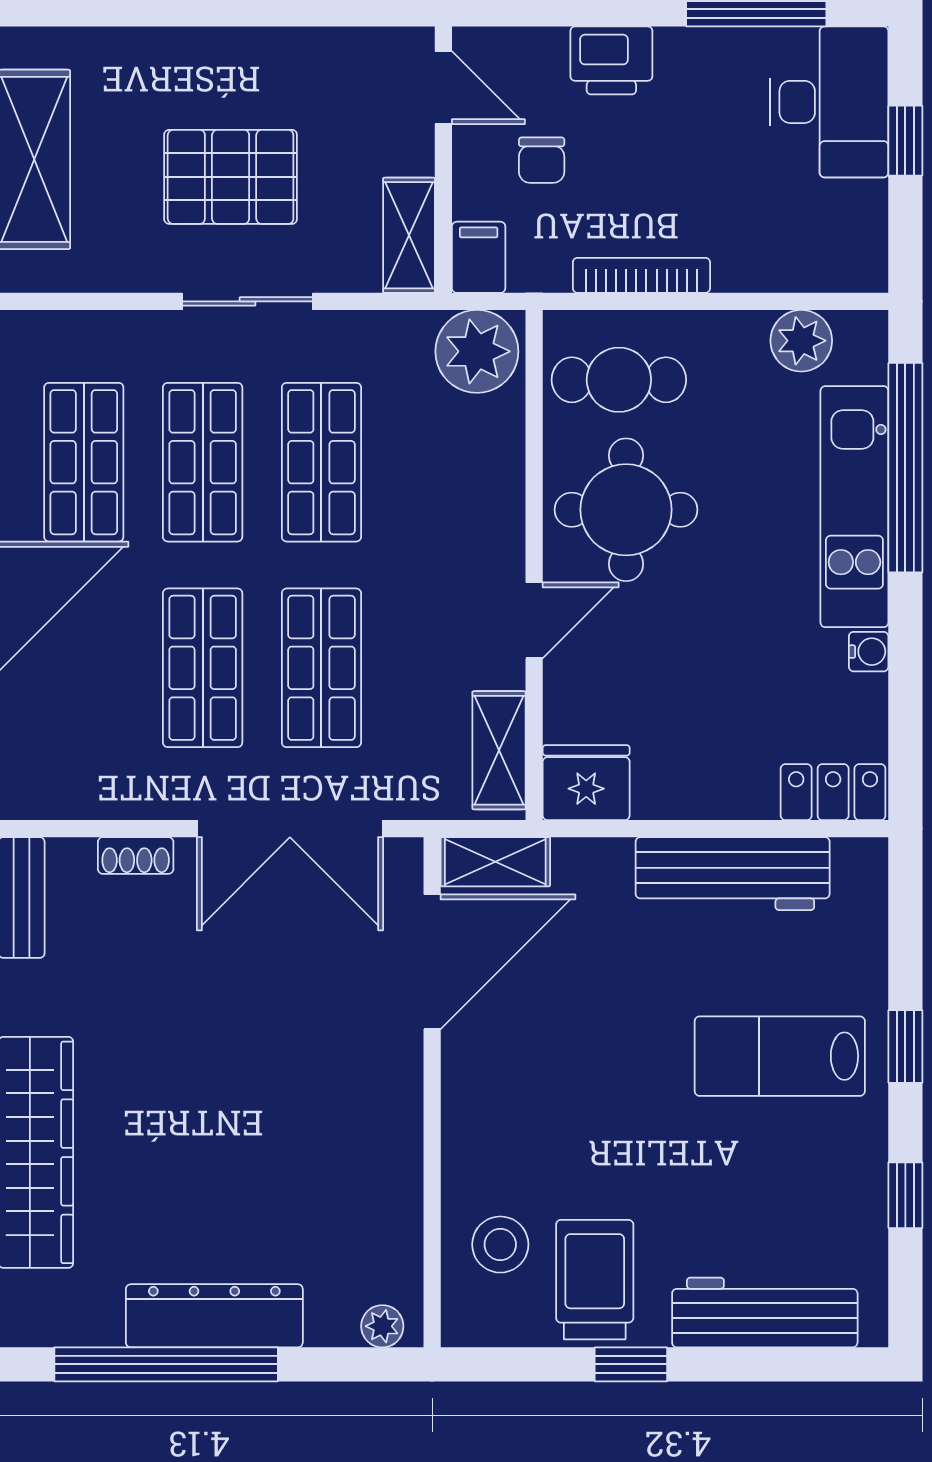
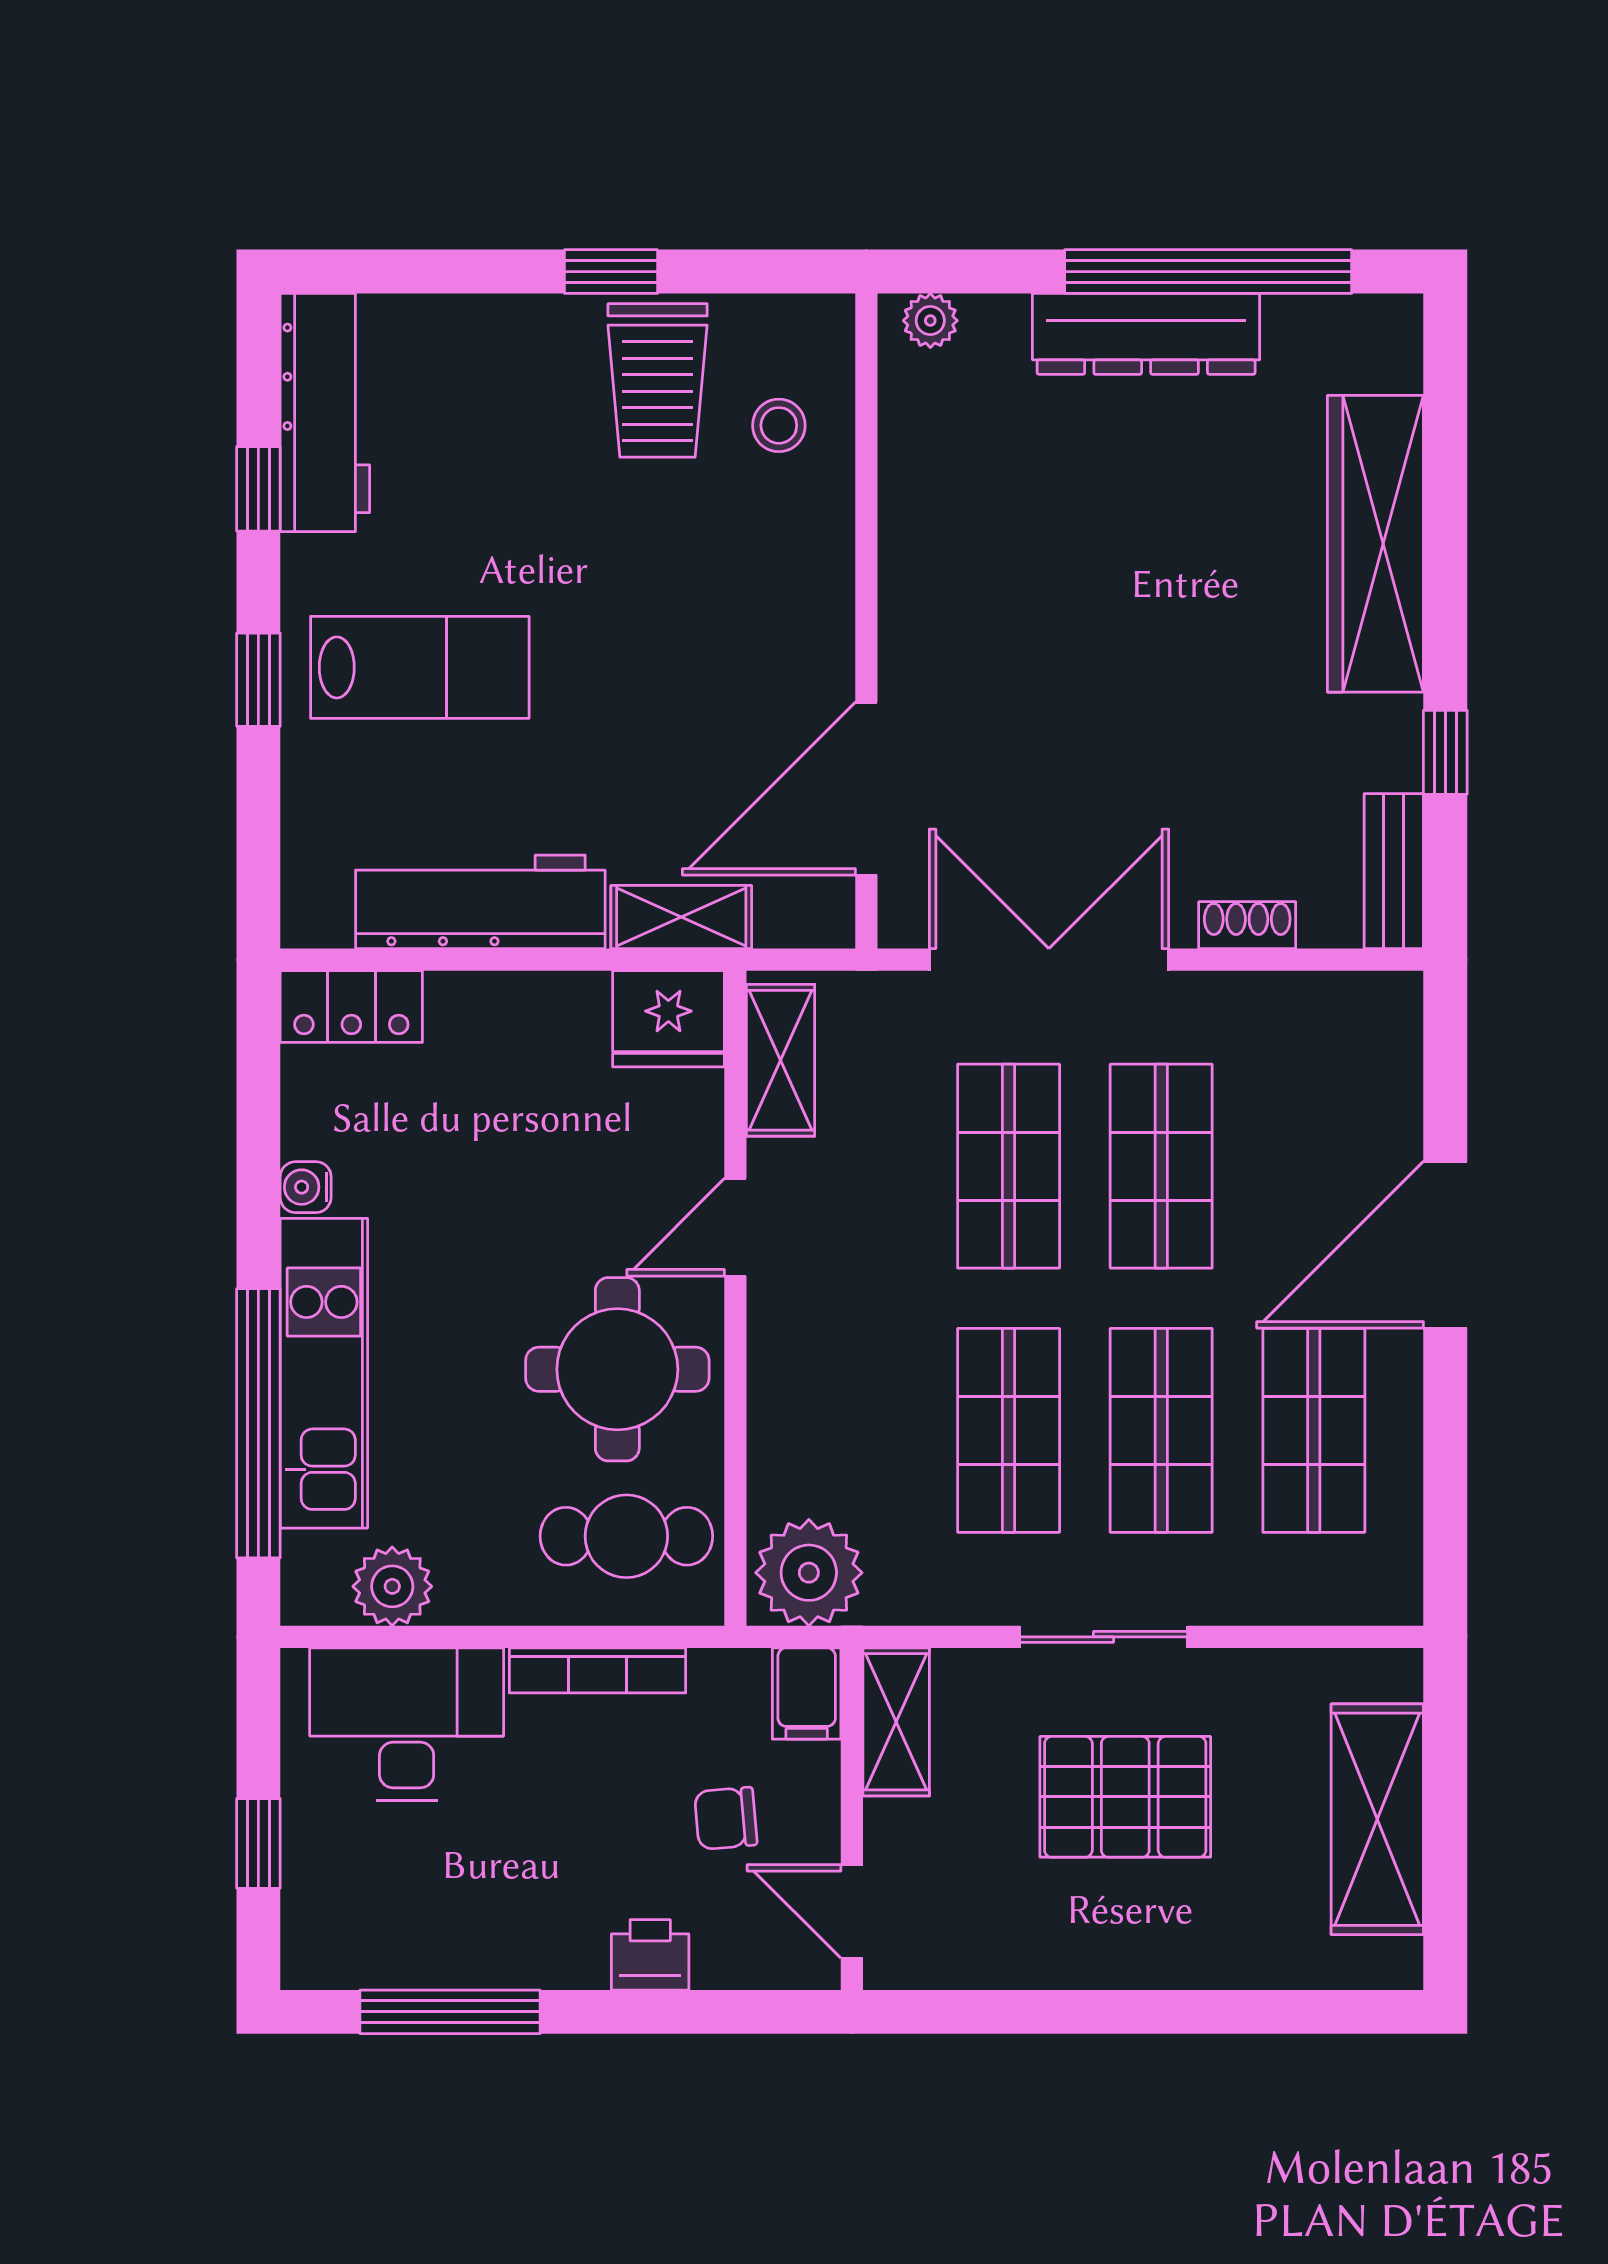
printer: (611, 60) -> (650, 1955), width x0.73, depth x0.81
desk: (829, 102) -> (407, 1724), moved, turned 90
chair: (542, 160) -> (726, 1818), turned -95
shelving: (495, 862) -> (681, 917), moved
stool: (500, 1245) -> (779, 425), width x0.73, depth x0.73
workbench: (765, 1312) -> (325, 413), moved, turned -90

